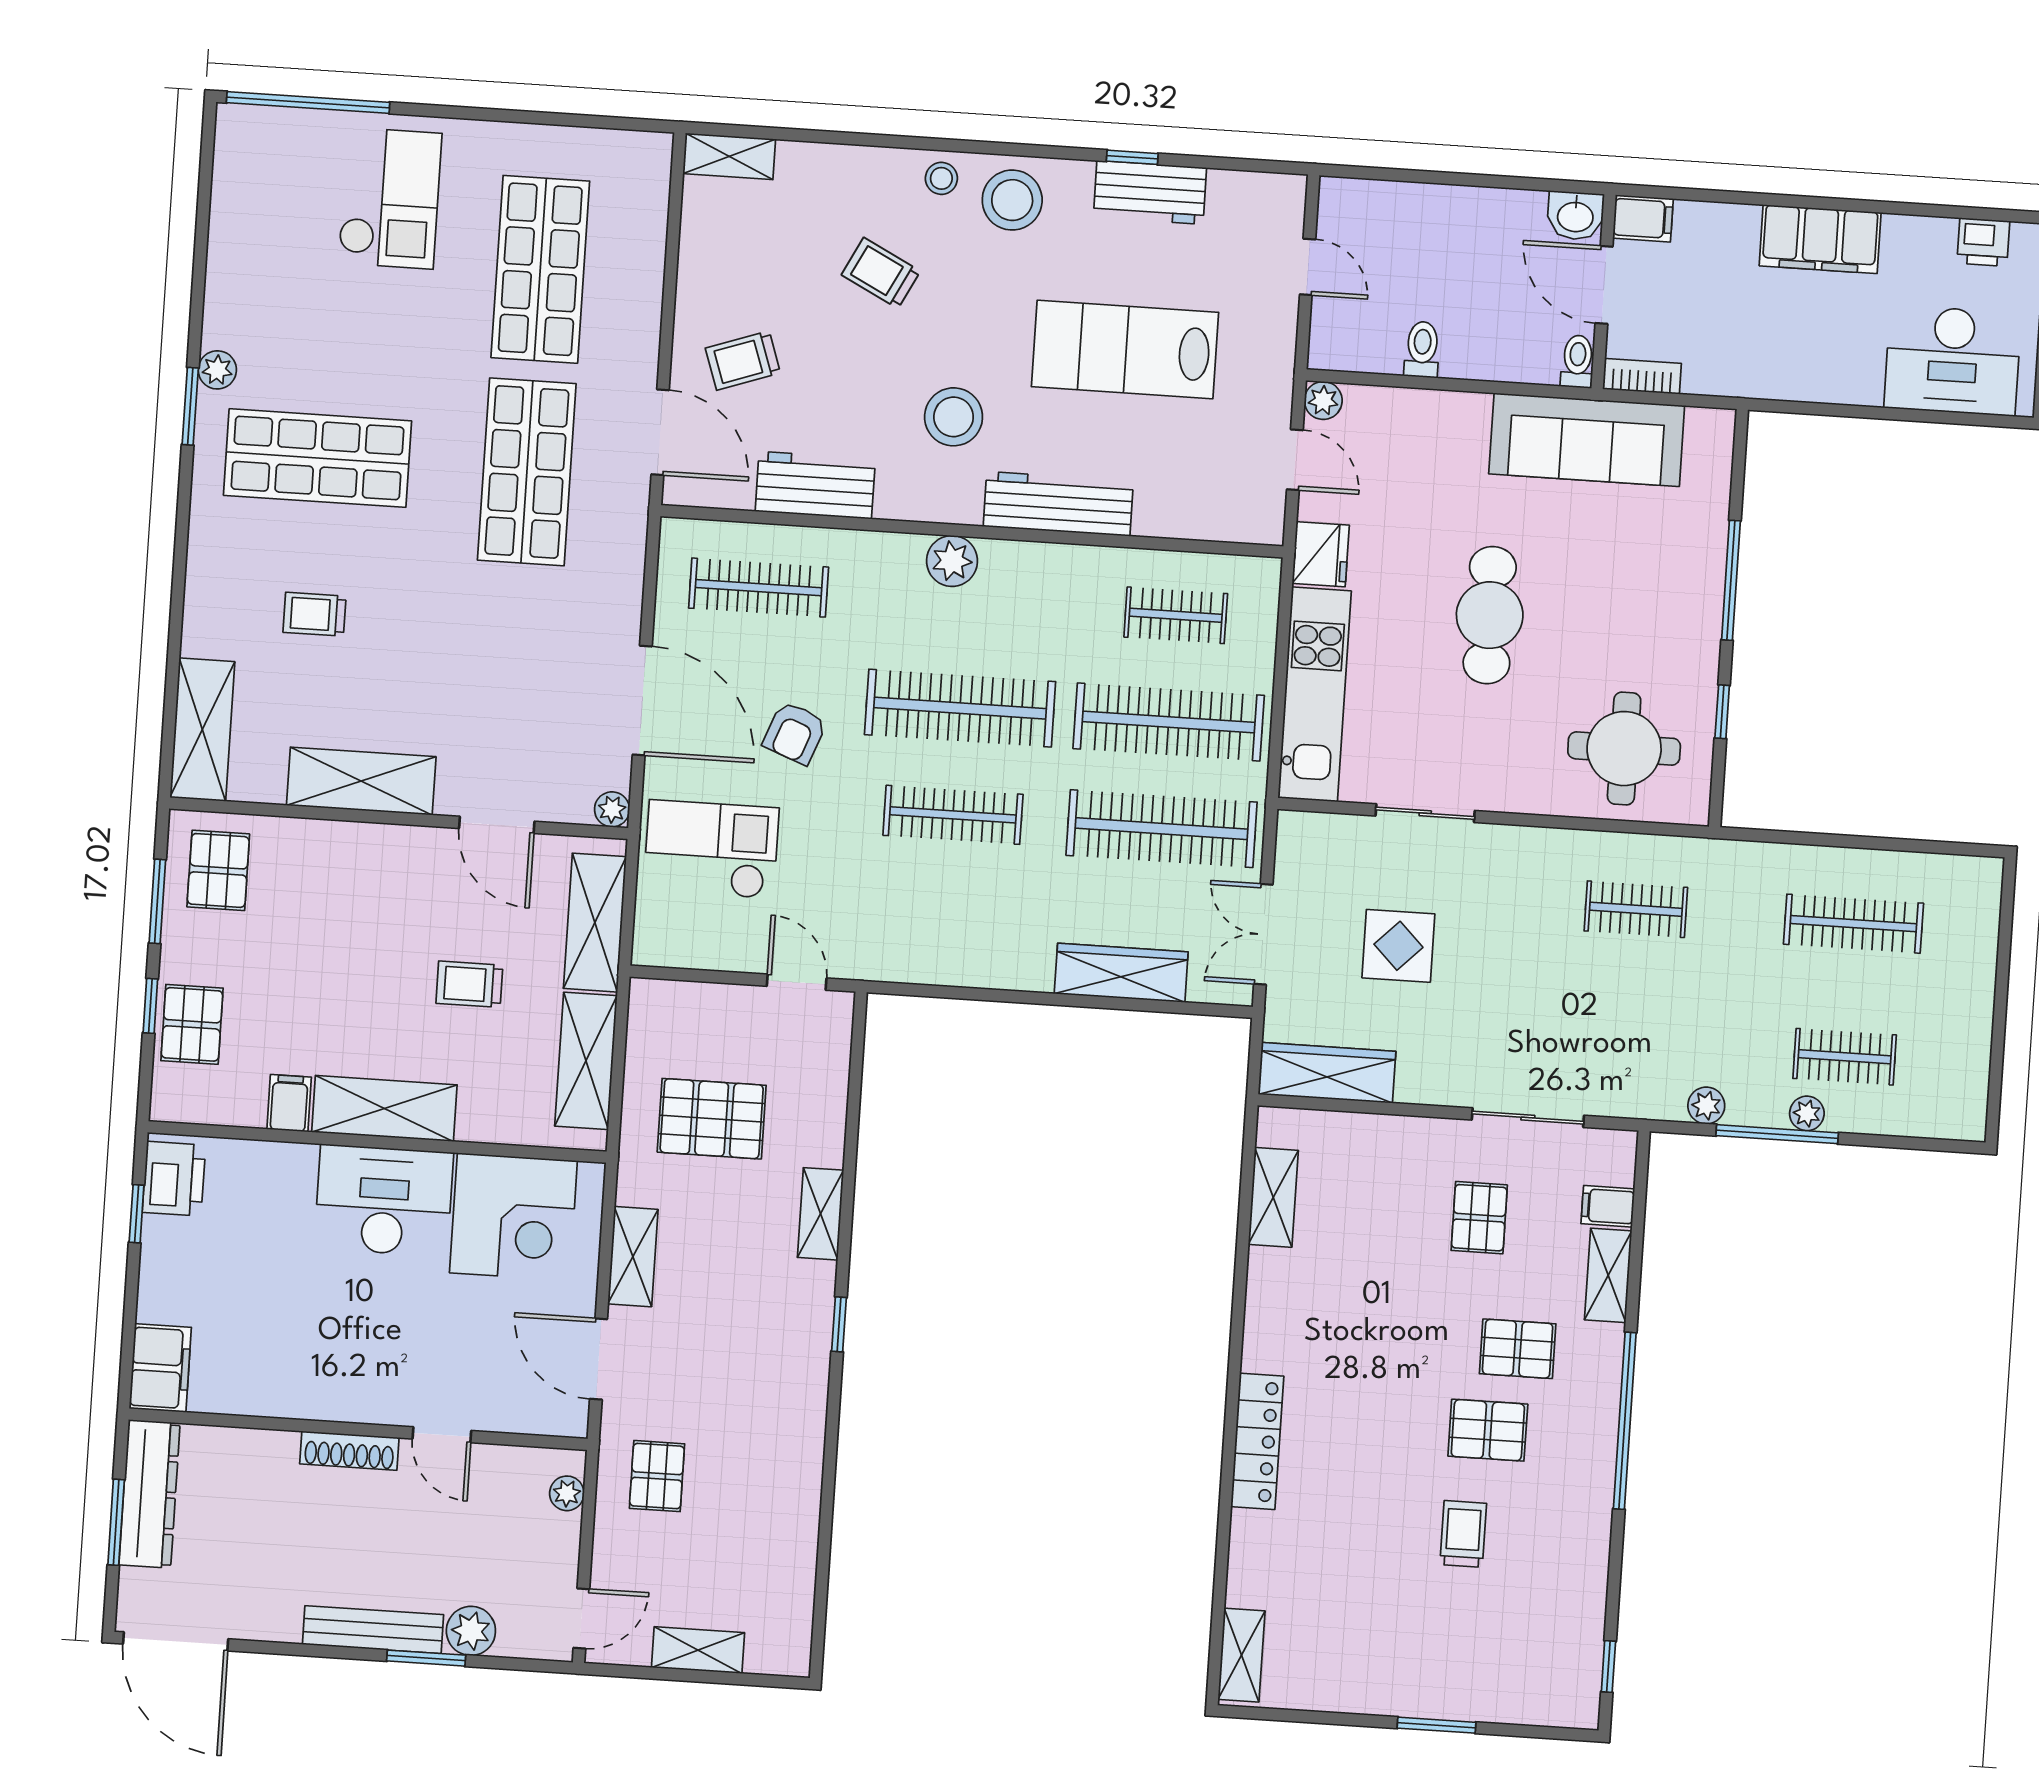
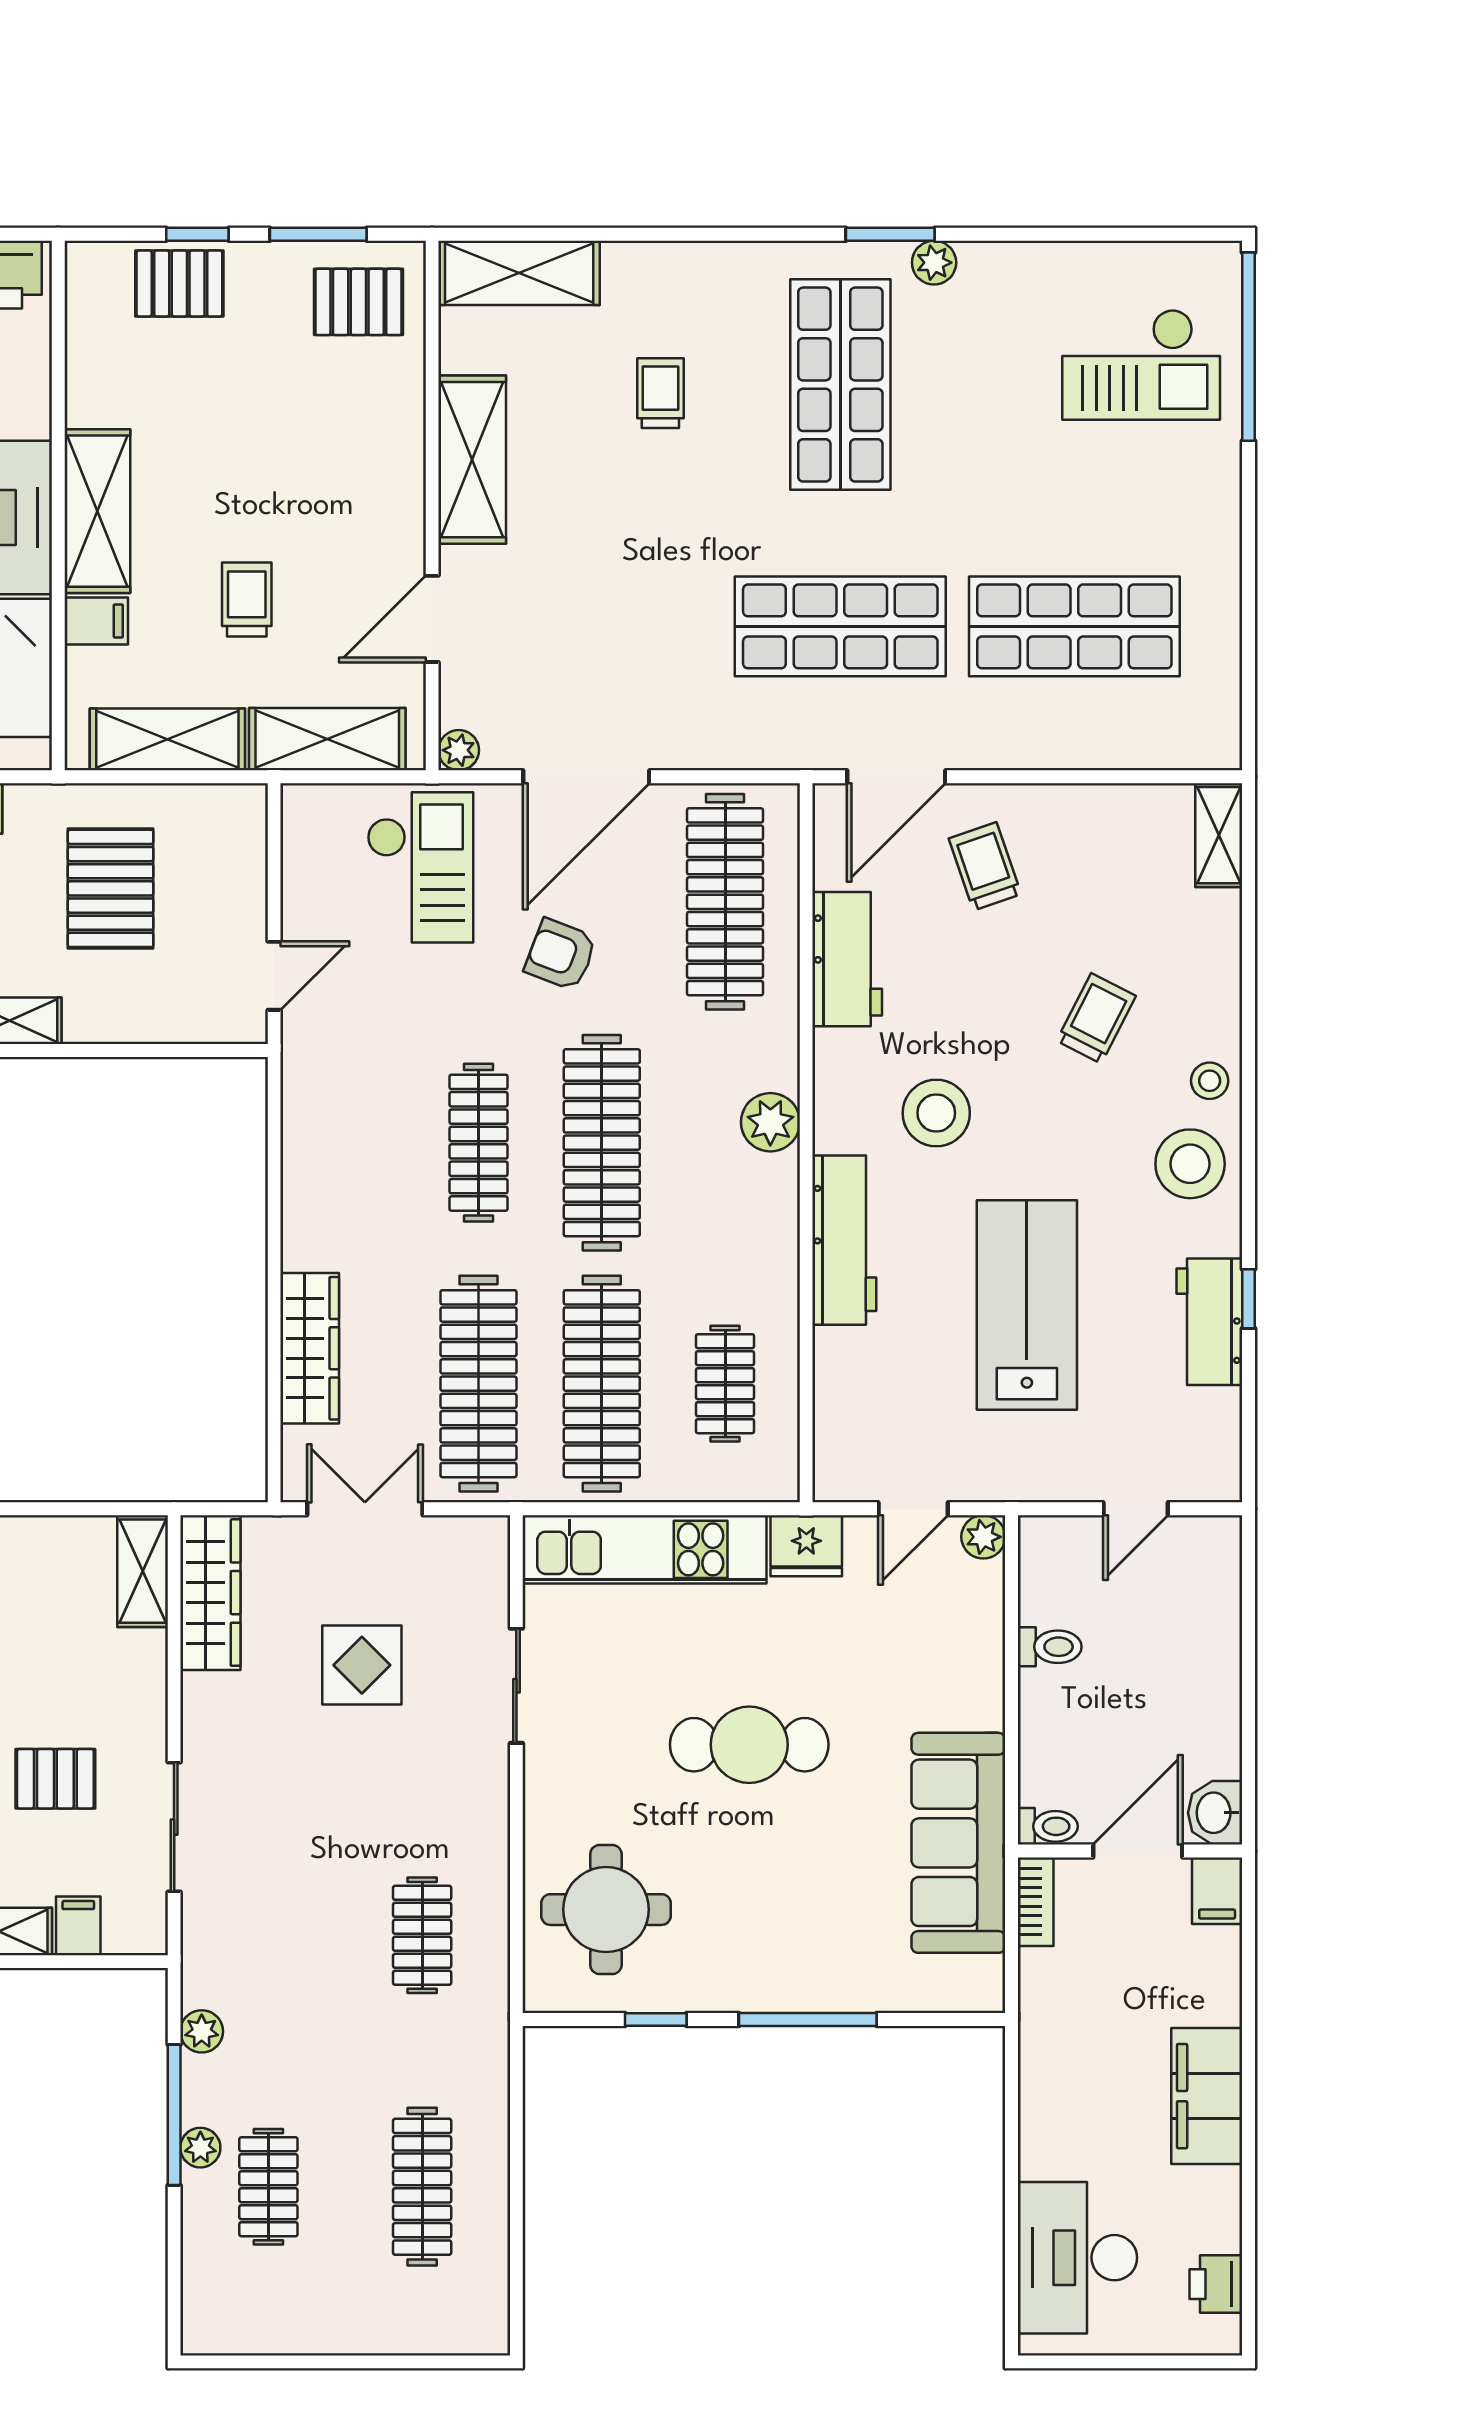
checkout: (390, 198) -> (1141, 365), moved
clothes rail: (759, 588) -> (725, 902), width x1.37, depth x1.31
filing cabinet: (289, 1103) -> (96, 621), moved
shelving: (1273, 1197) -> (143, 1571), moved, turned 90

